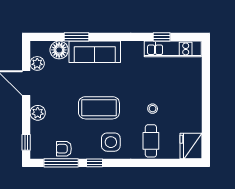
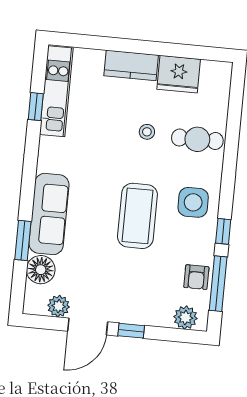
kitchen counter: (193, 95) -> (131, 65), added
plant: (38, 113) -> (185, 318), moved
window: (26, 142) -> (131, 331), moved
fridge: (191, 146) -> (179, 74), moved

